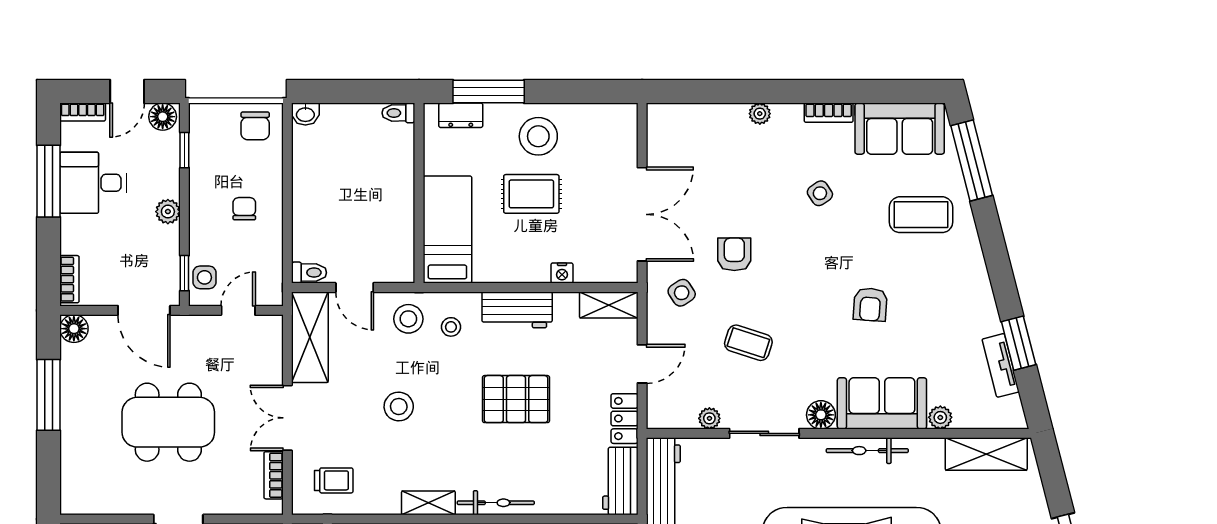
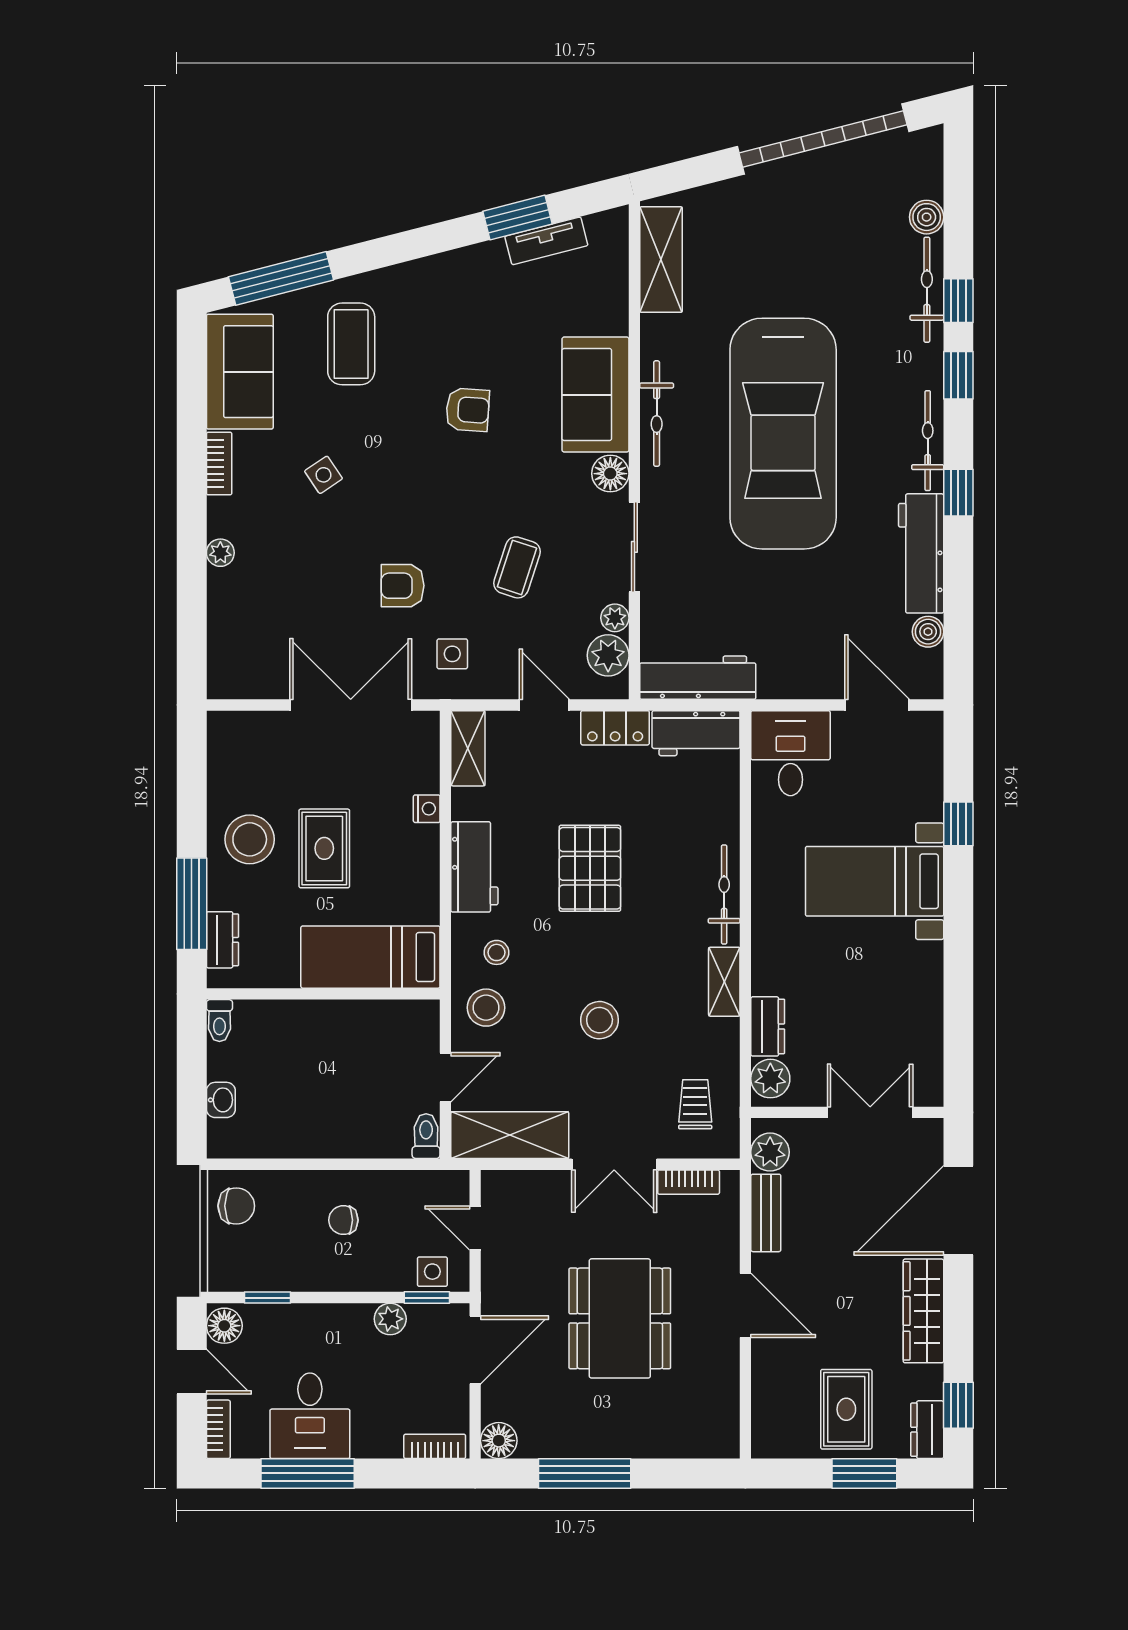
washbasin: (305, 114) -> (221, 1100), moved
plant: (168, 212) -> (390, 1319), moved
side table: (682, 293) -> (452, 654), turned 33
plant: (940, 417) -> (608, 655), moved, width x1.38, depth x1.38

